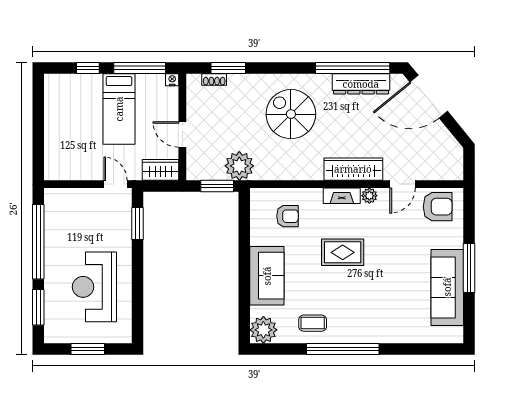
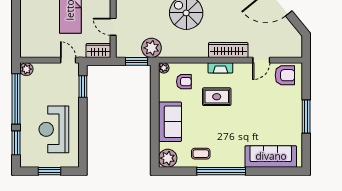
plant: (369, 196) -> (164, 68), moved
plant: (54, 198) -> (26, 69), added
rug: (343, 252) -> (217, 97), moved
sofa: (447, 287) -> (271, 156), moved, turned 90

